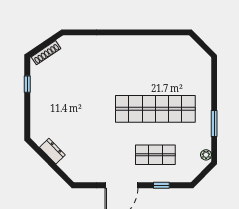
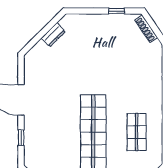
shop shelf: (155, 155) -> (137, 132), moved

